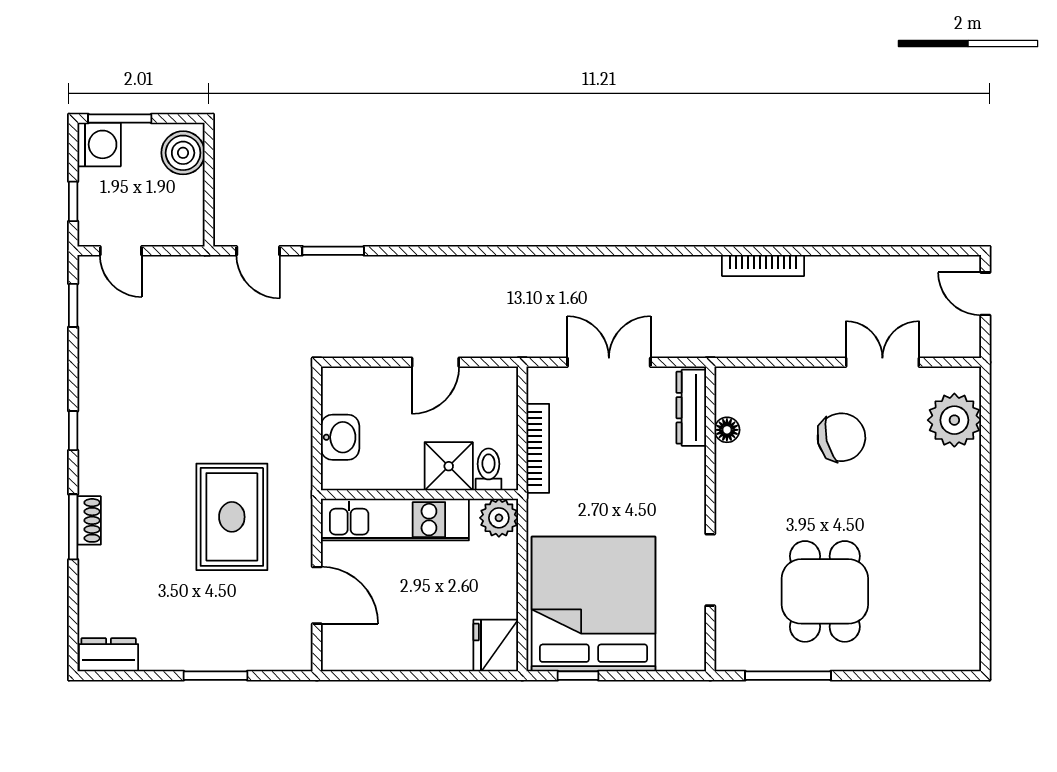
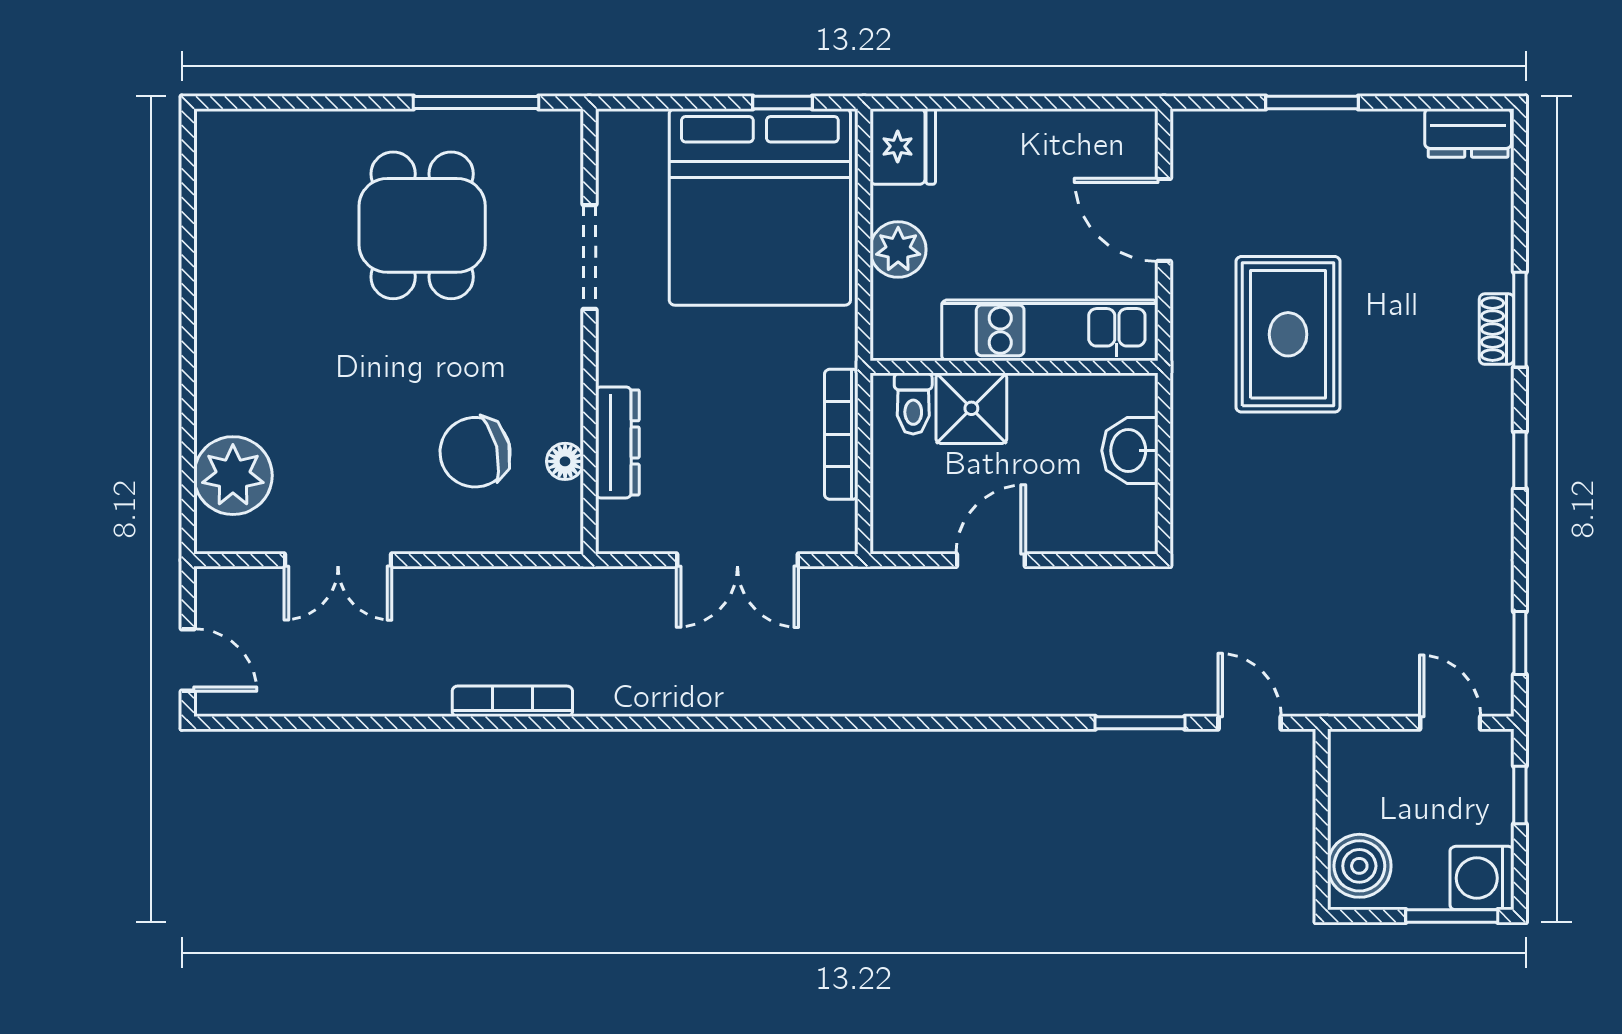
dresser: (691, 408) -> (617, 442), moved
chair: (841, 437) -> (475, 452), moved
plant: (499, 518) -> (898, 250), moved

